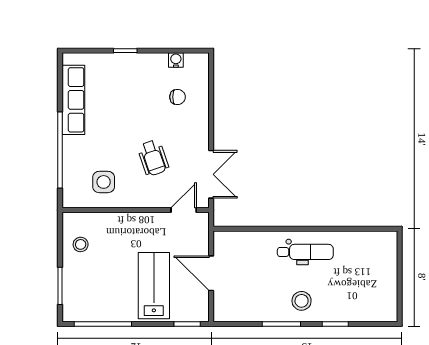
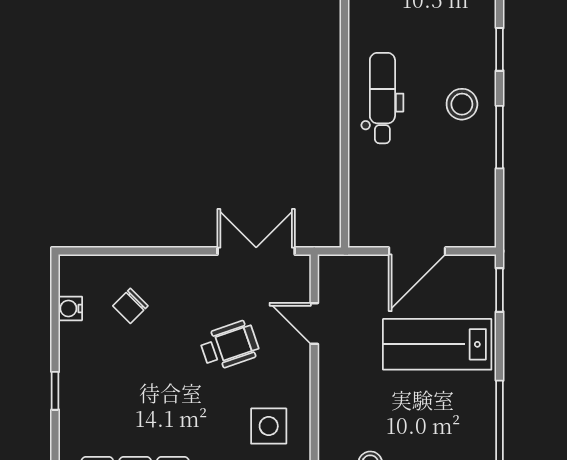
chair: (177, 97) -> (130, 306), turned -135
door: (184, 210) -> (314, 323), moved

